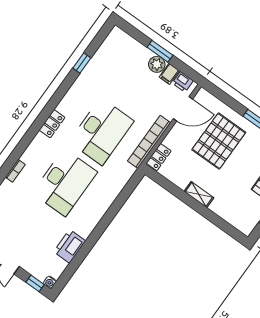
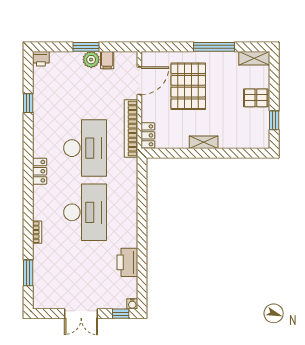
printer: (183, 82) -> (41, 59), moved

